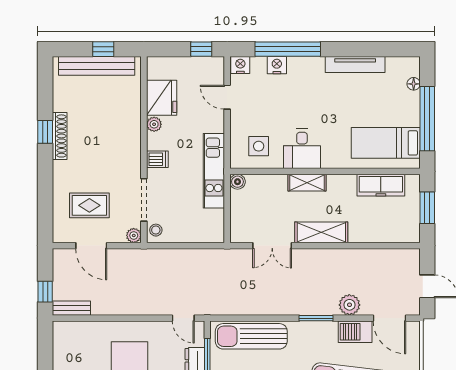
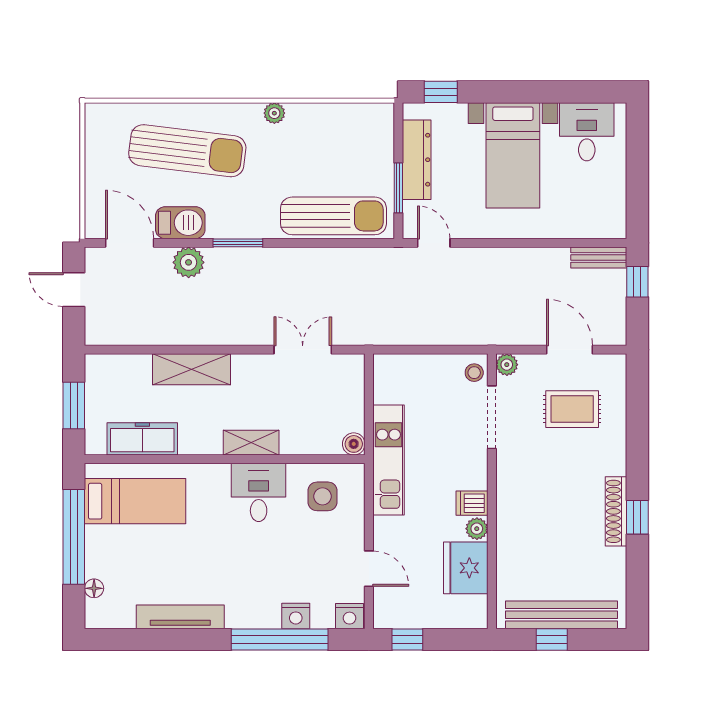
dishwasher: (157, 159) -> (472, 503), moved
shelving: (321, 232) -> (191, 369), moved

